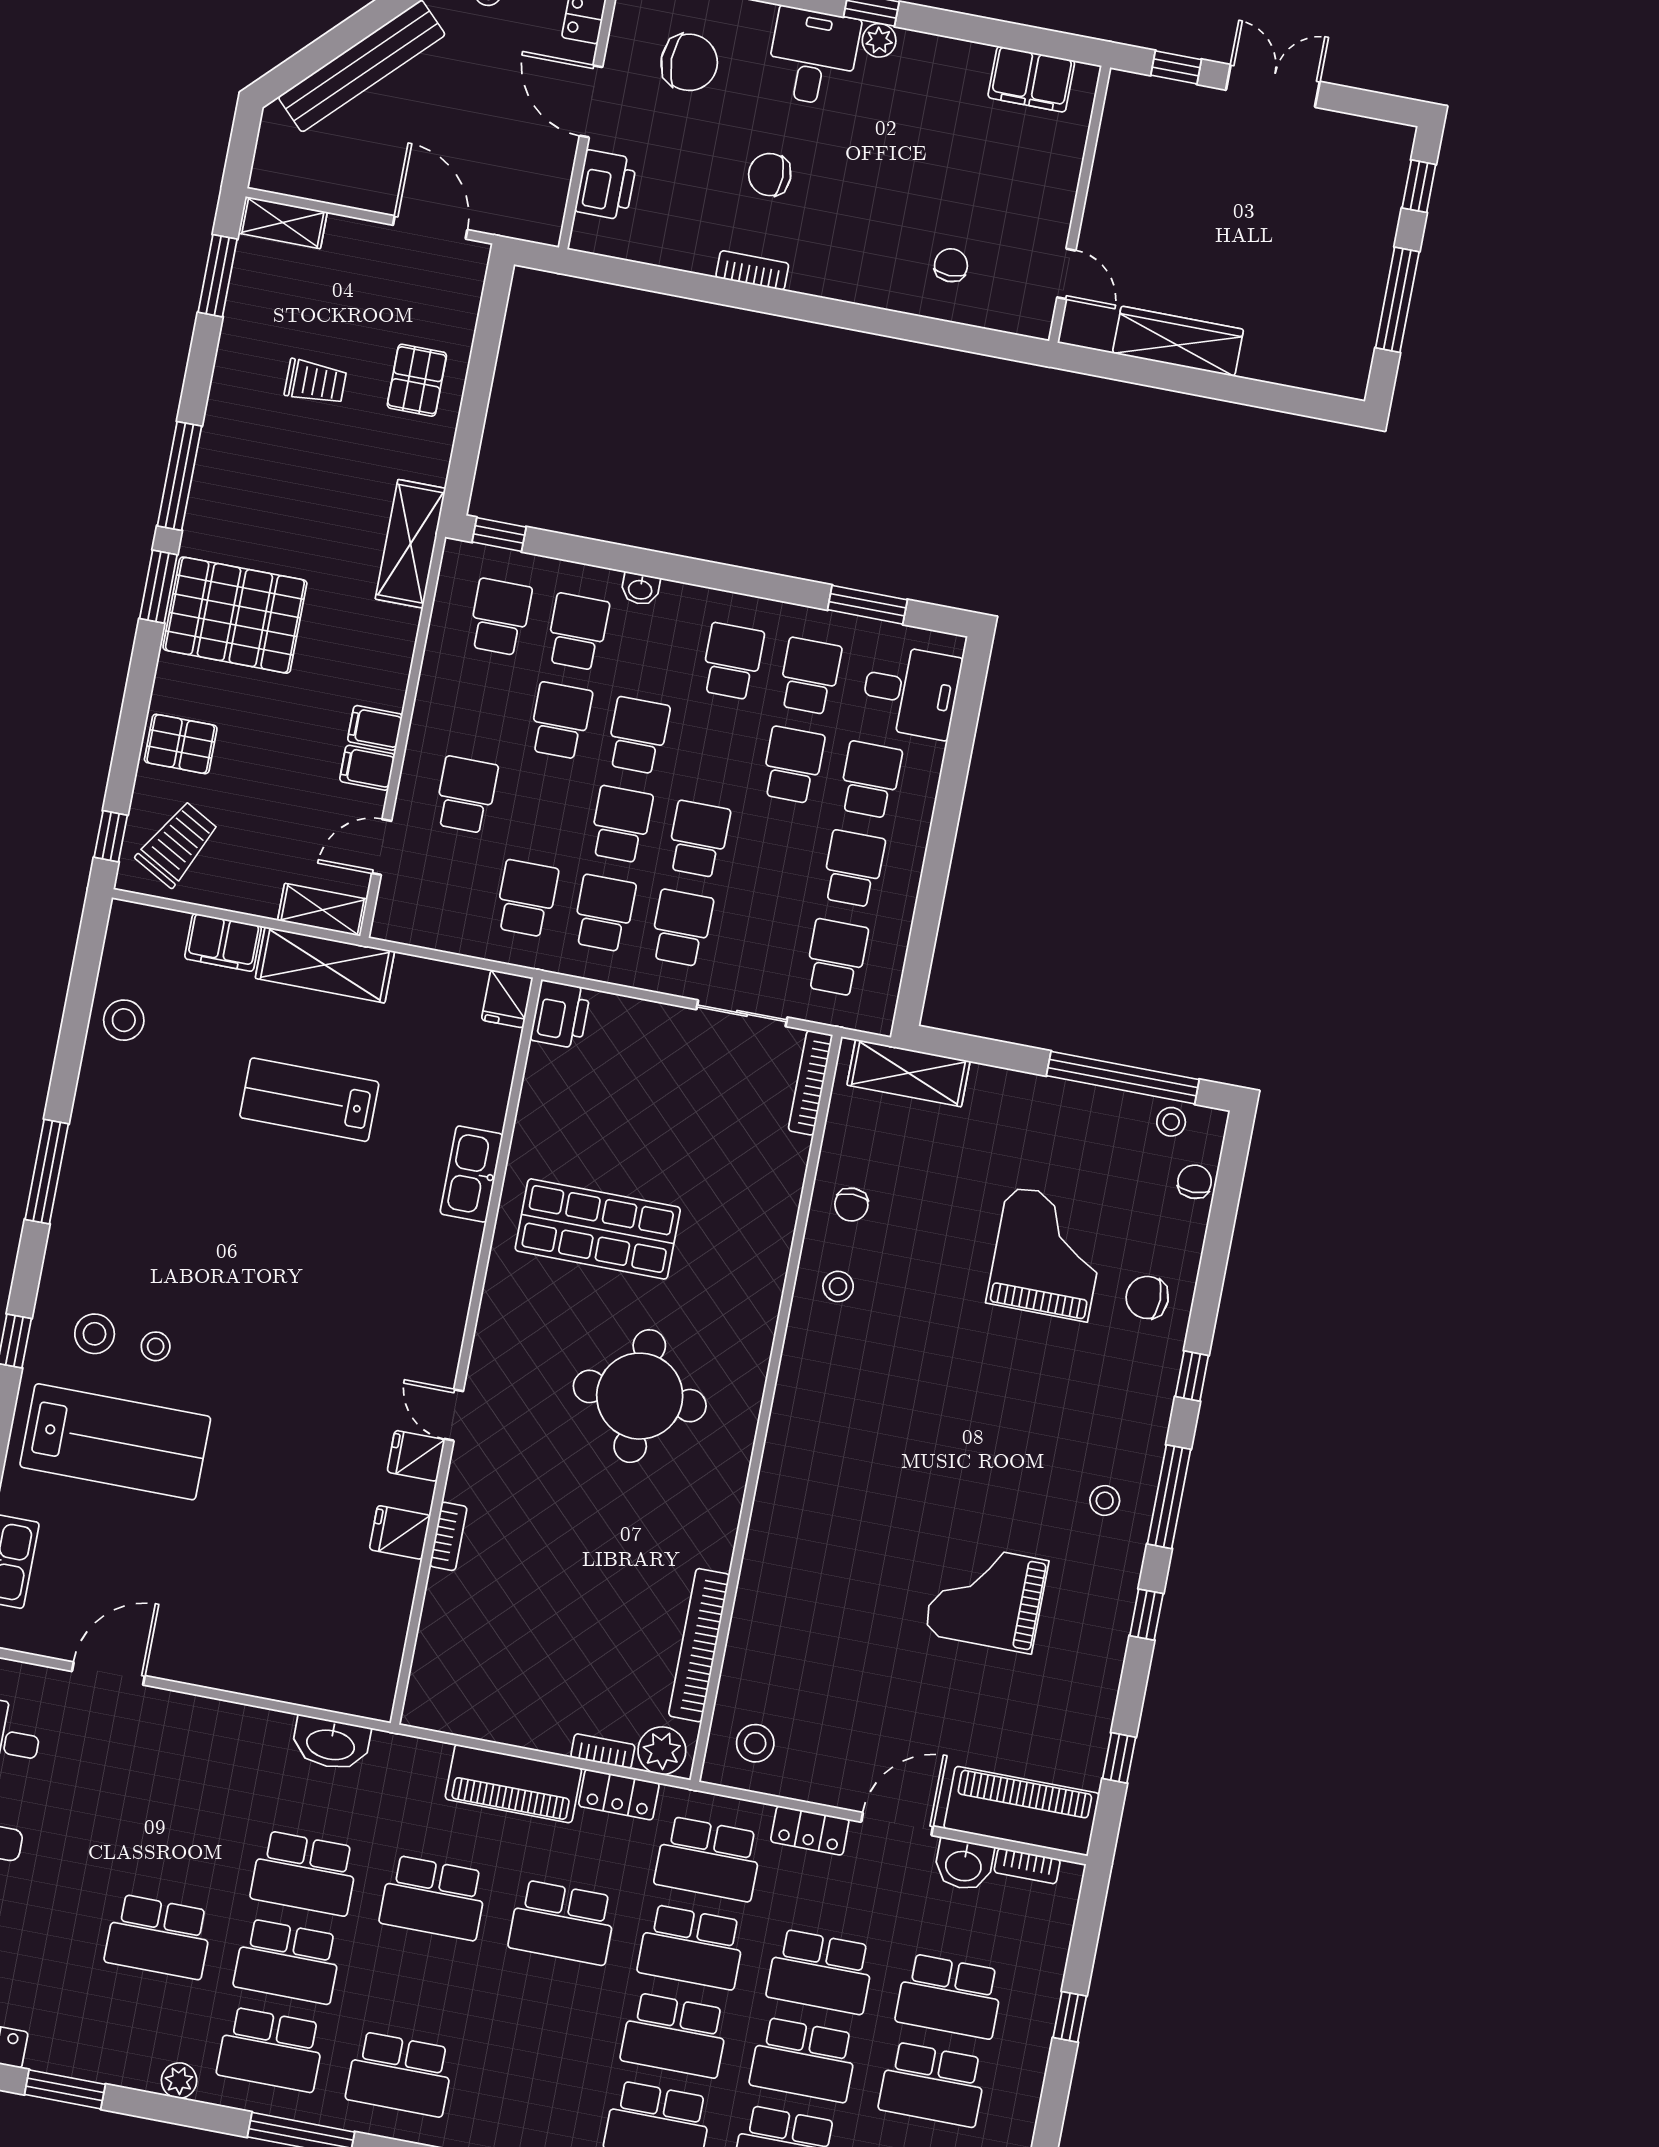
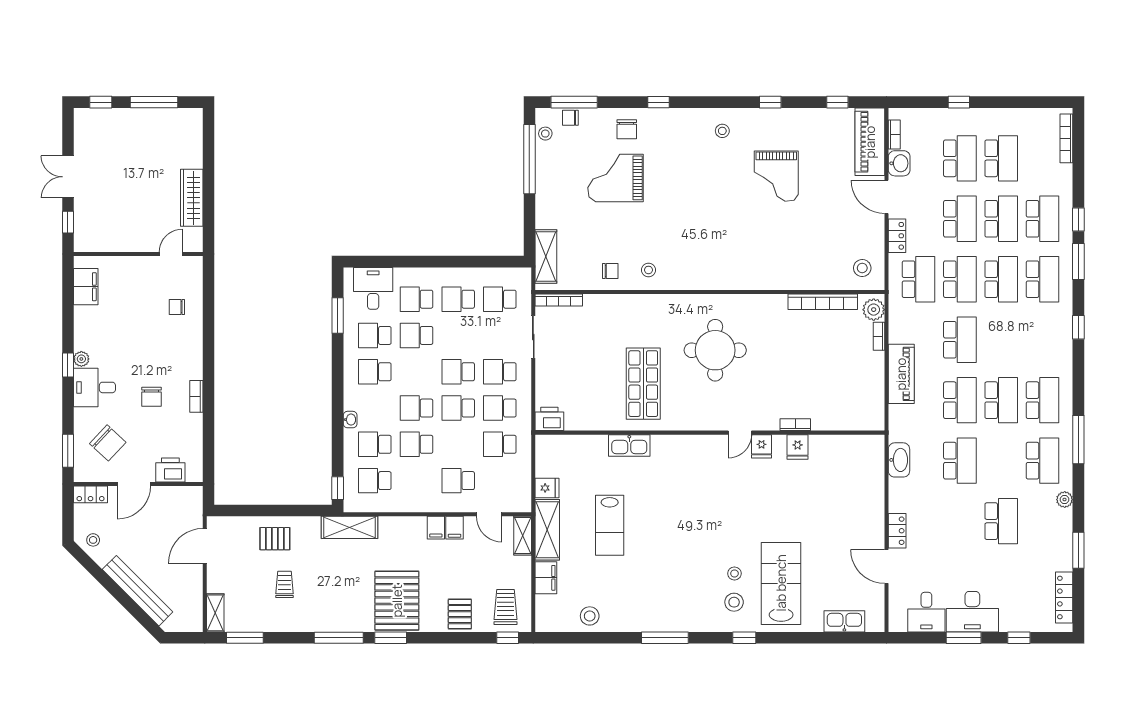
chair: (689, 62) -> (108, 443), turned 133
trolley: (177, 844) -> (505, 607), turned 61
fridge: (507, 999) -> (547, 488), moved
window: (1169, 1497) -> (574, 102), moved
locker: (619, 1795) -> (897, 531), moved
school desk: (288, 1961) -> (1001, 400), moved

